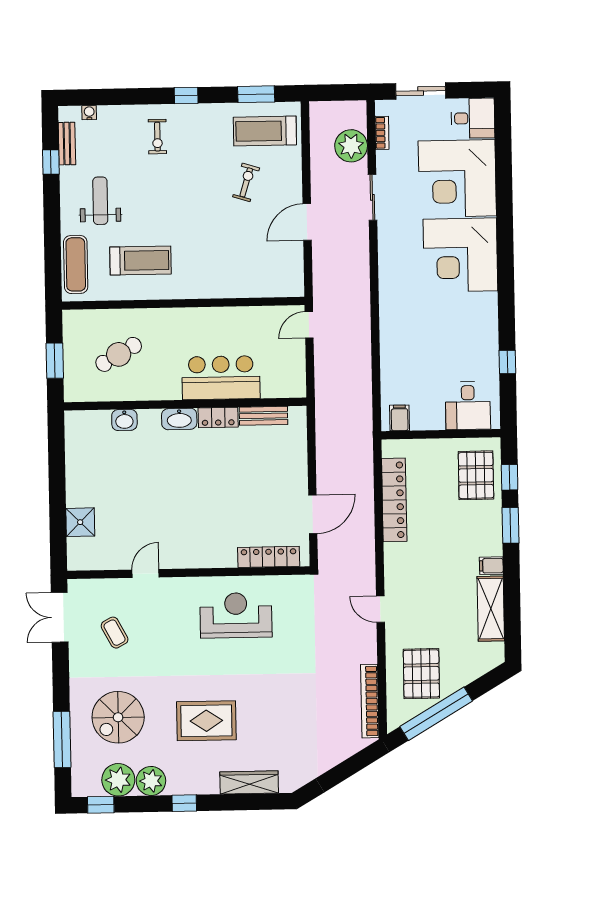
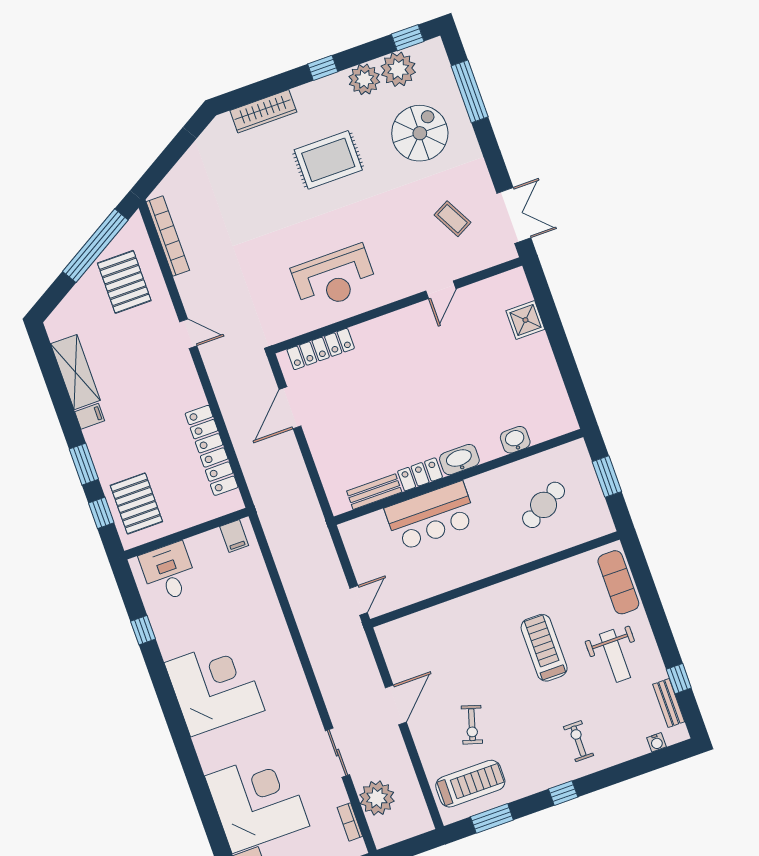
corner desk: (460, 255) -> (214, 687), moved
treadmill: (141, 260) -> (544, 648), moved, turned 90

